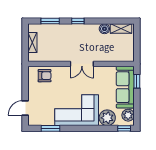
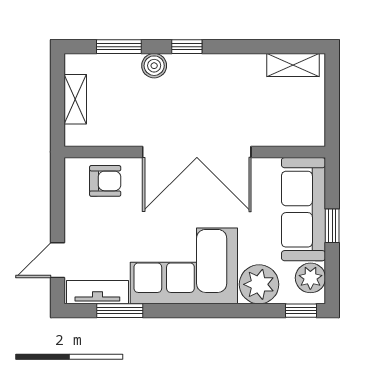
boiler: (104, 29) -> (154, 66), moved
double door: (82, 64) -> (197, 152), width x1.87
window: (137, 81) -> (332, 226), moved
tv unit: (41, 121) -> (97, 292), added

